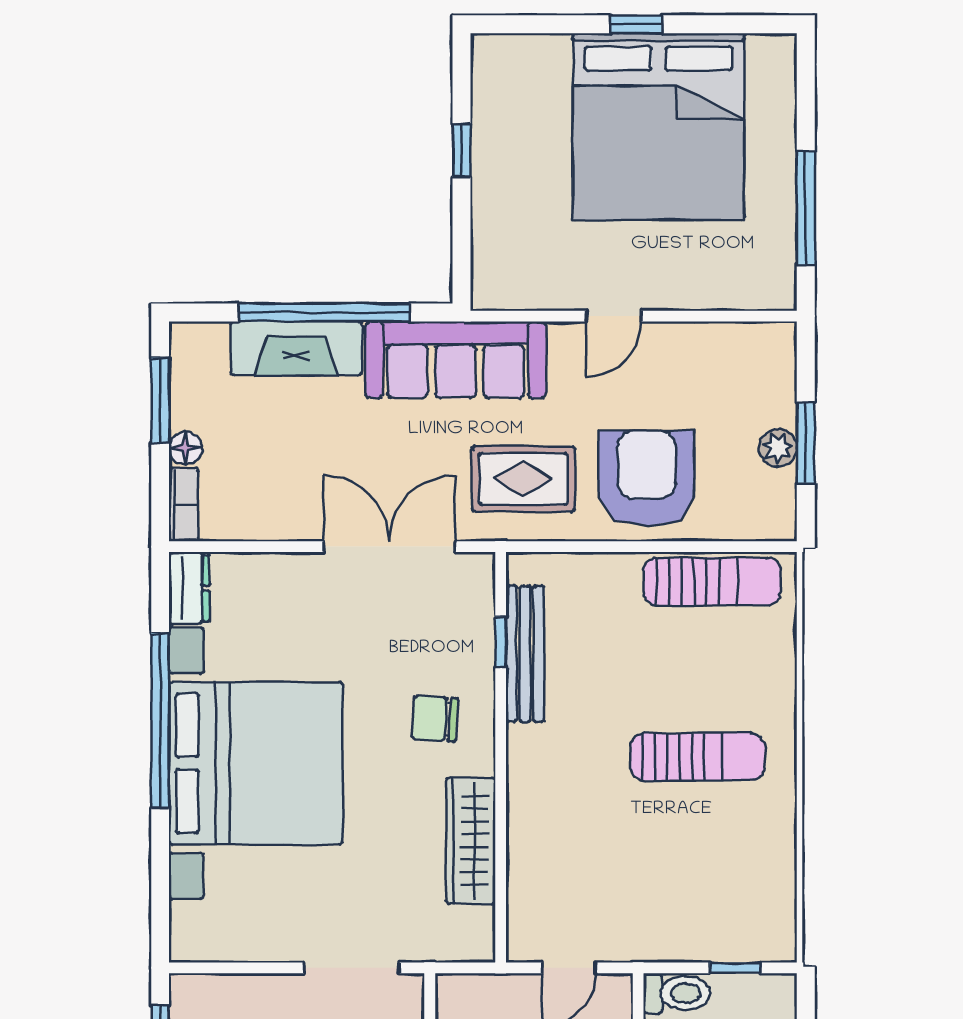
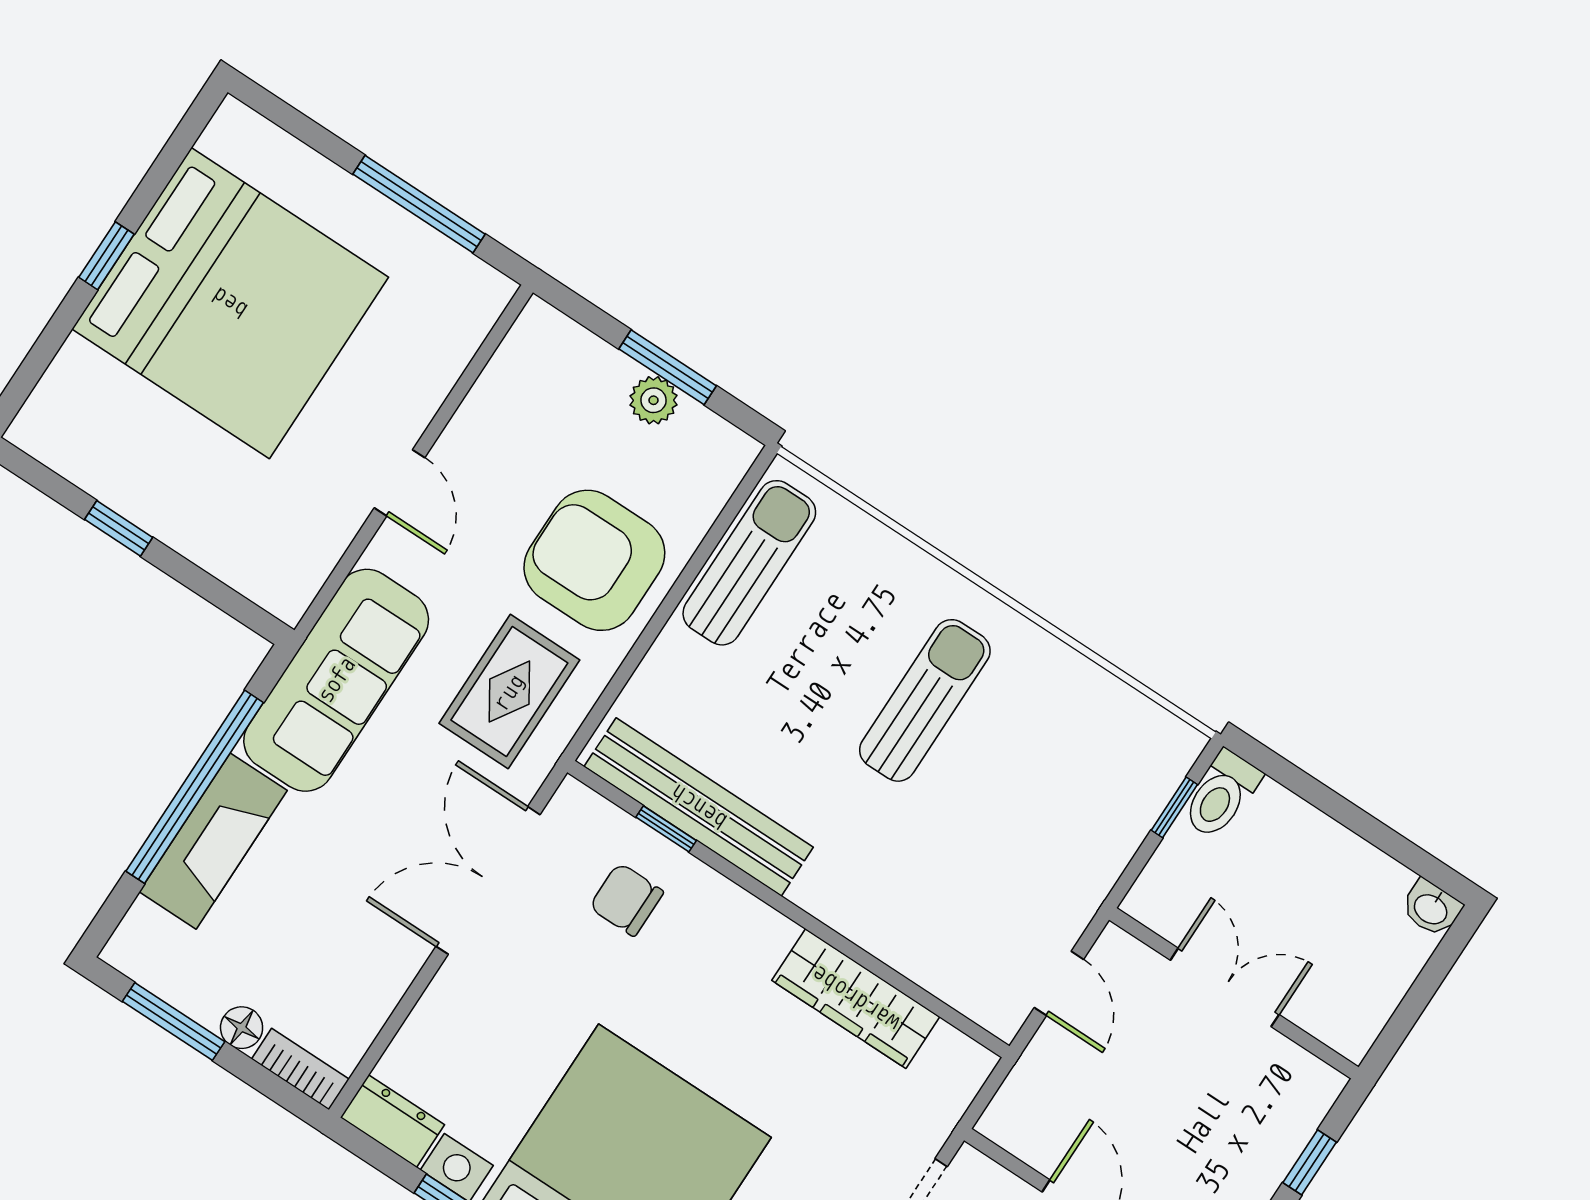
bench: (525, 654) -> (699, 807), width x1.37, depth x1.21
chair: (435, 718) -> (626, 900), moved, turned 86
toilet: (676, 993) -> (1221, 795), moved, turned 180

